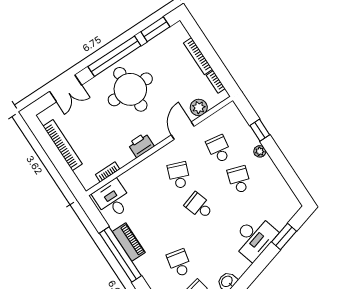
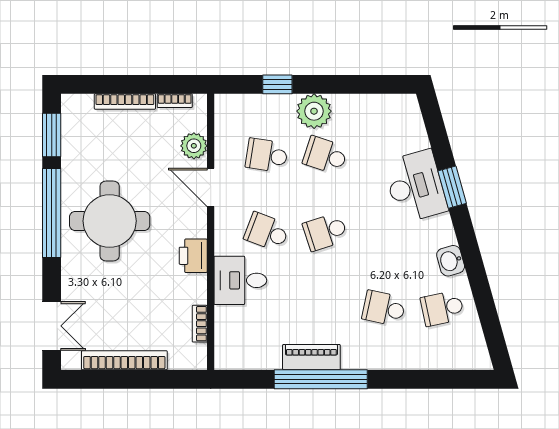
double door: (66, 88) -> (52, 326), moved
plant: (260, 151) -> (314, 111), width x1.88, depth x1.88
desk: (113, 199) -> (240, 280), moved
window: (284, 236) -> (452, 187), moved

